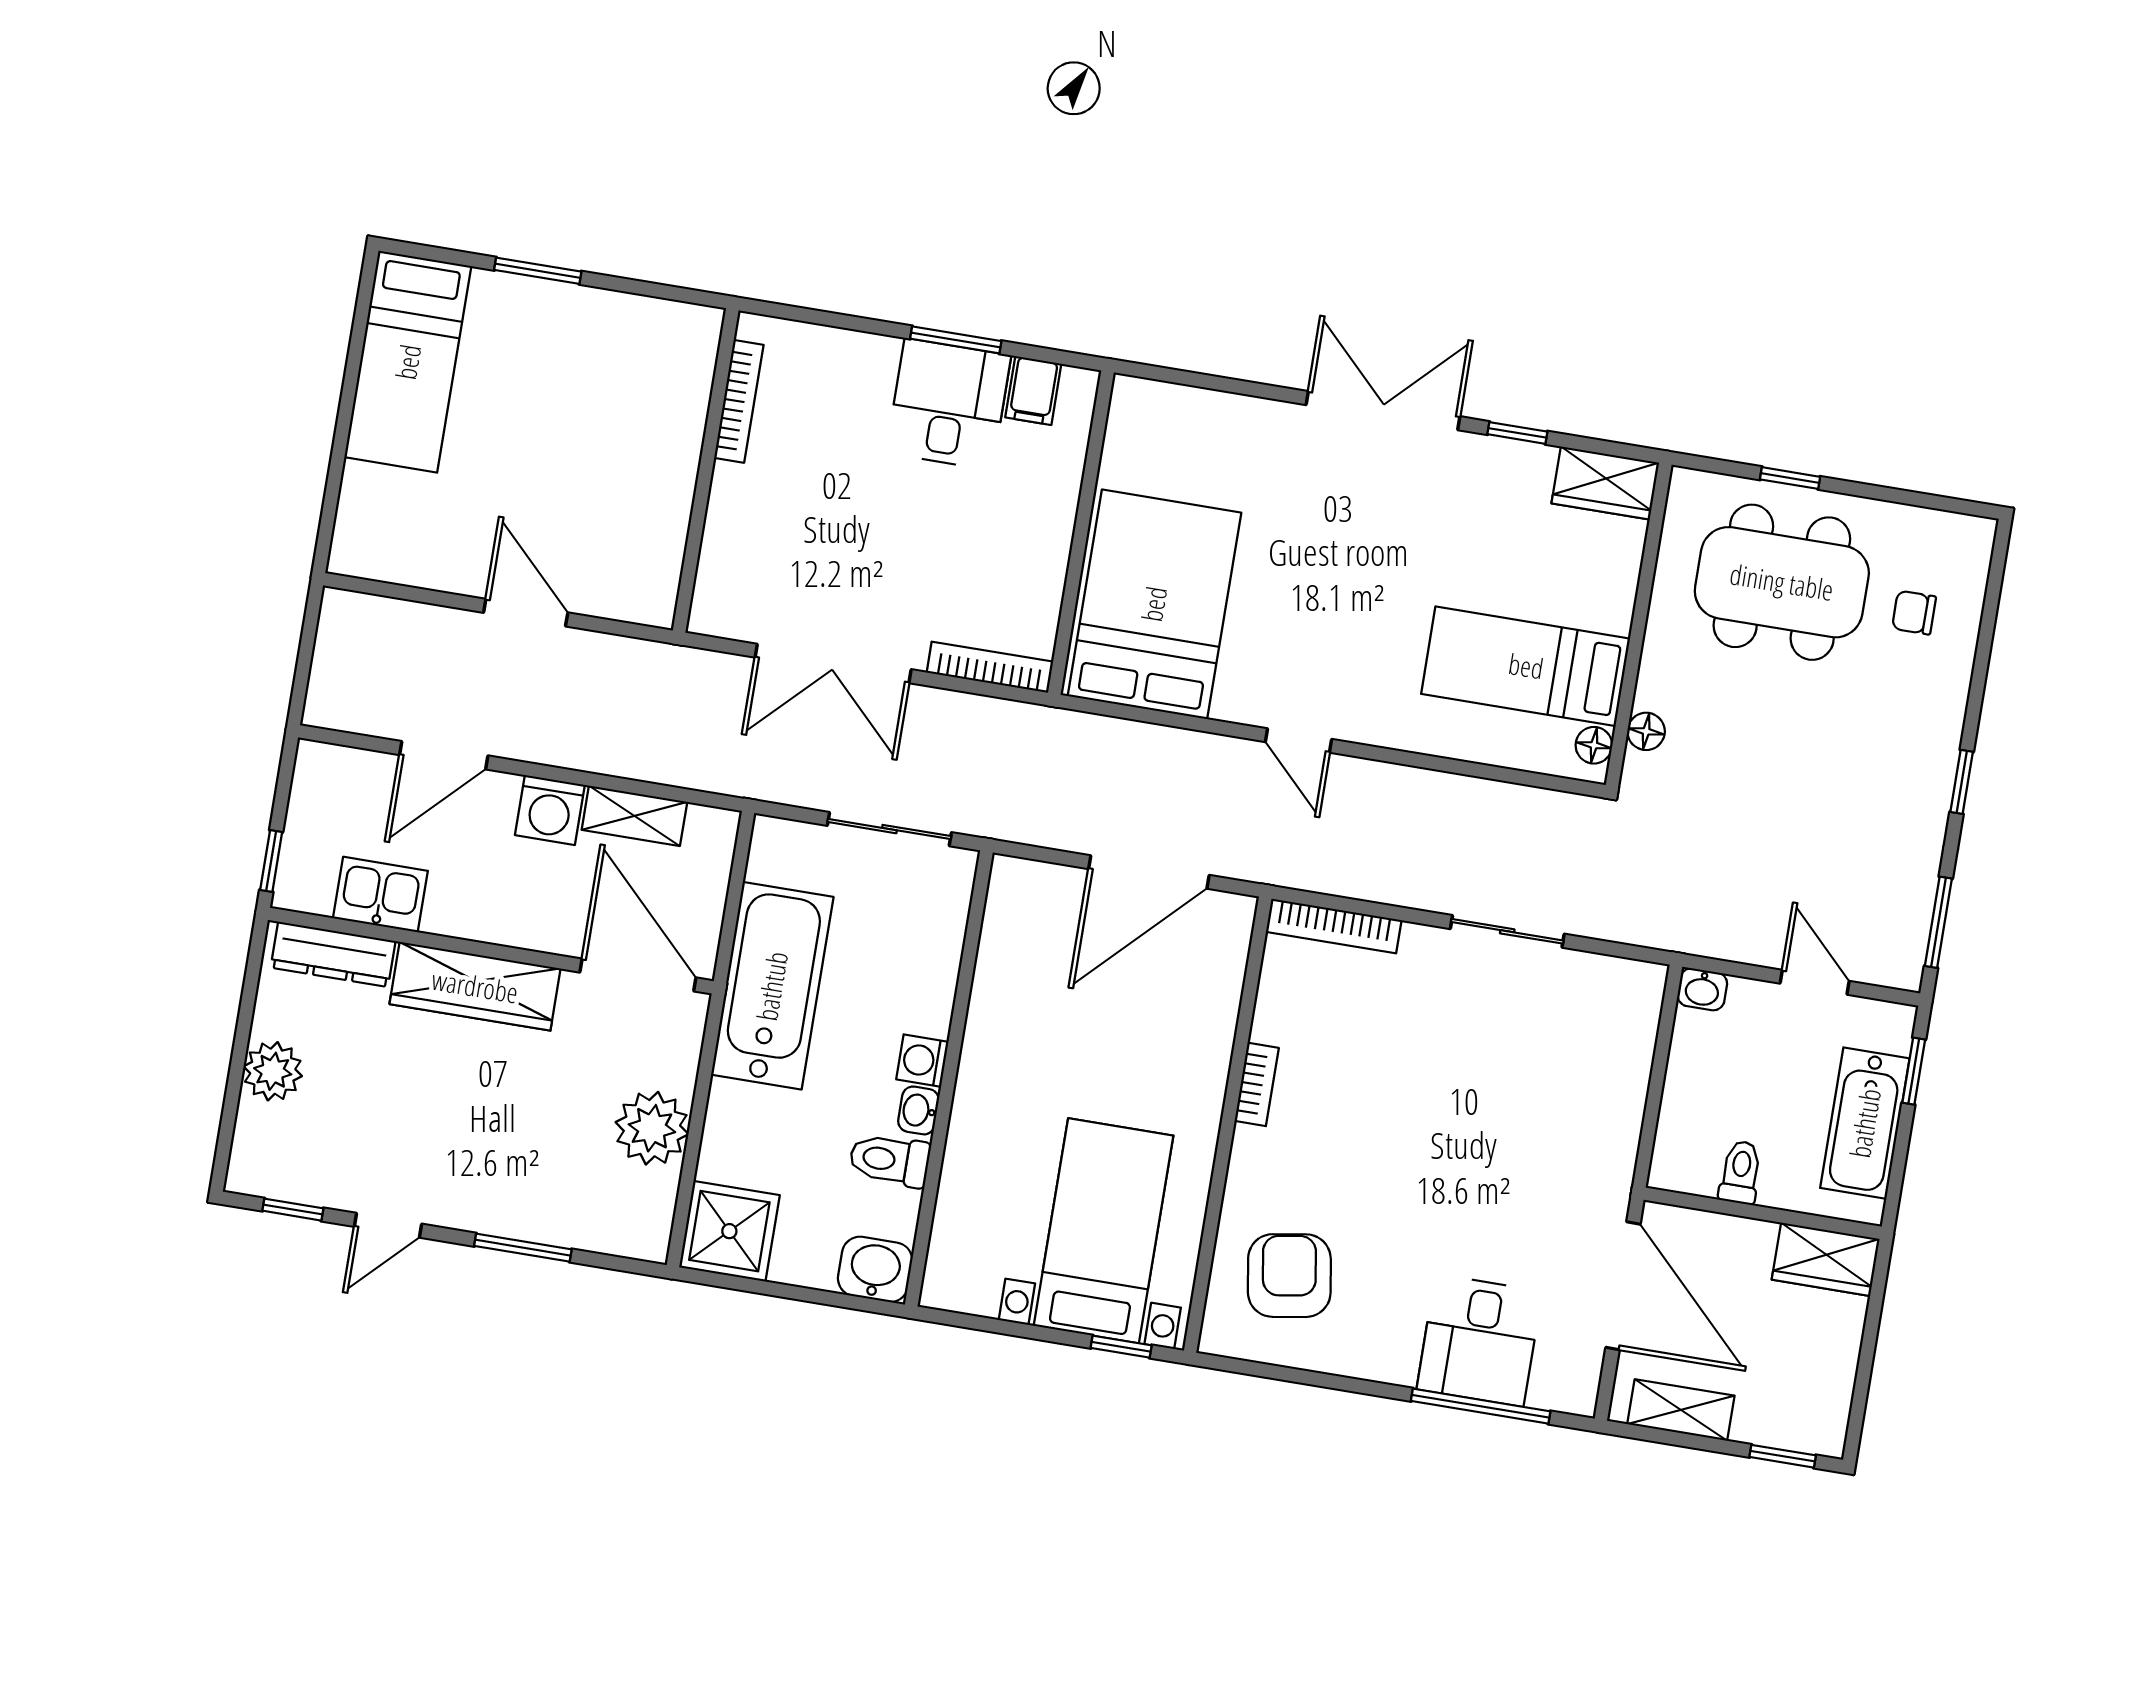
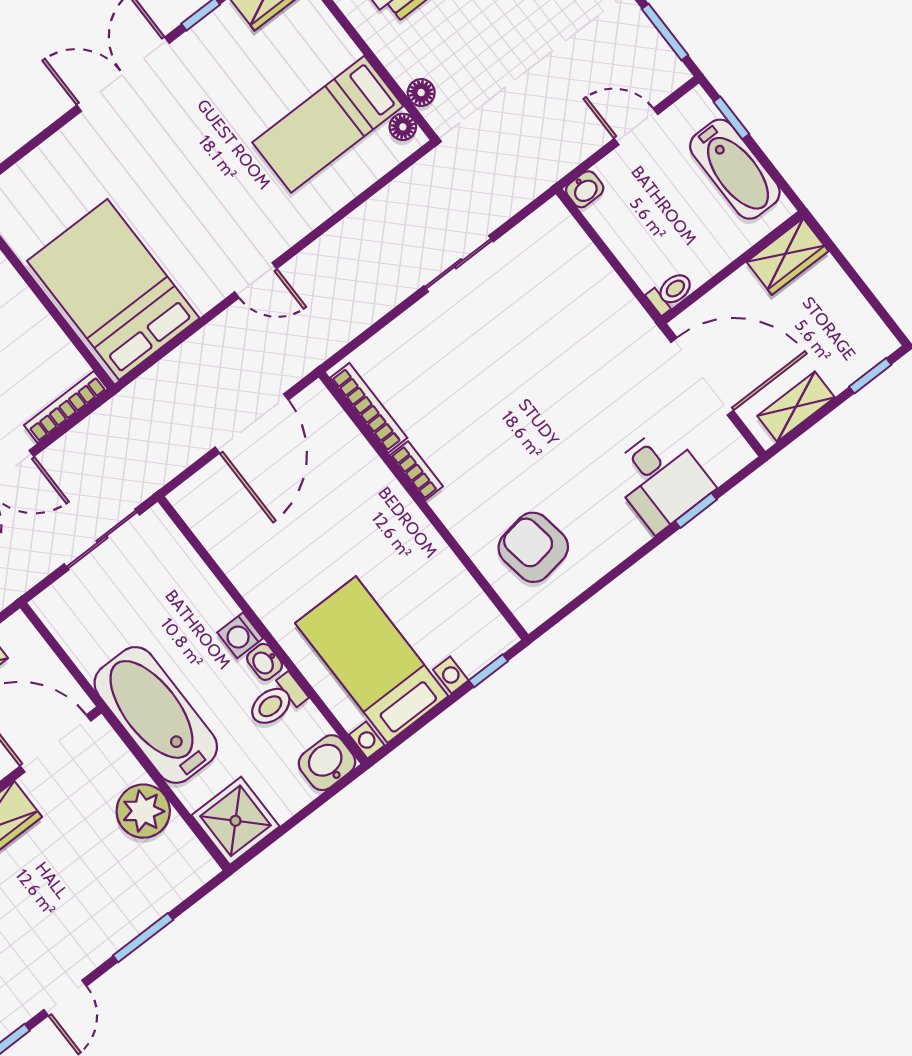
bookcase: (1334, 926) -> (369, 408), moved, turned -90
bathtub: (772, 986) -> (156, 715), moved
toilet: (1740, 1172) -> (671, 292), moved, turned 90
bed with nightstands: (1104, 1231) -> (372, 660), moved
window: (1481, 1406) -> (696, 510), width x0.46

